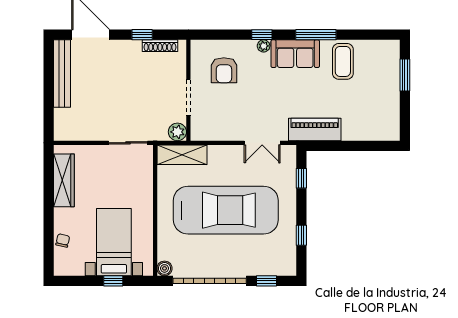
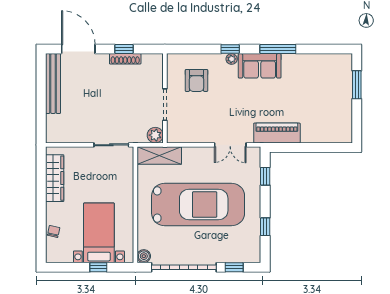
shoe rack: (160, 46) -> (125, 59), moved
coffee table: (343, 61) -> (302, 73), removed

